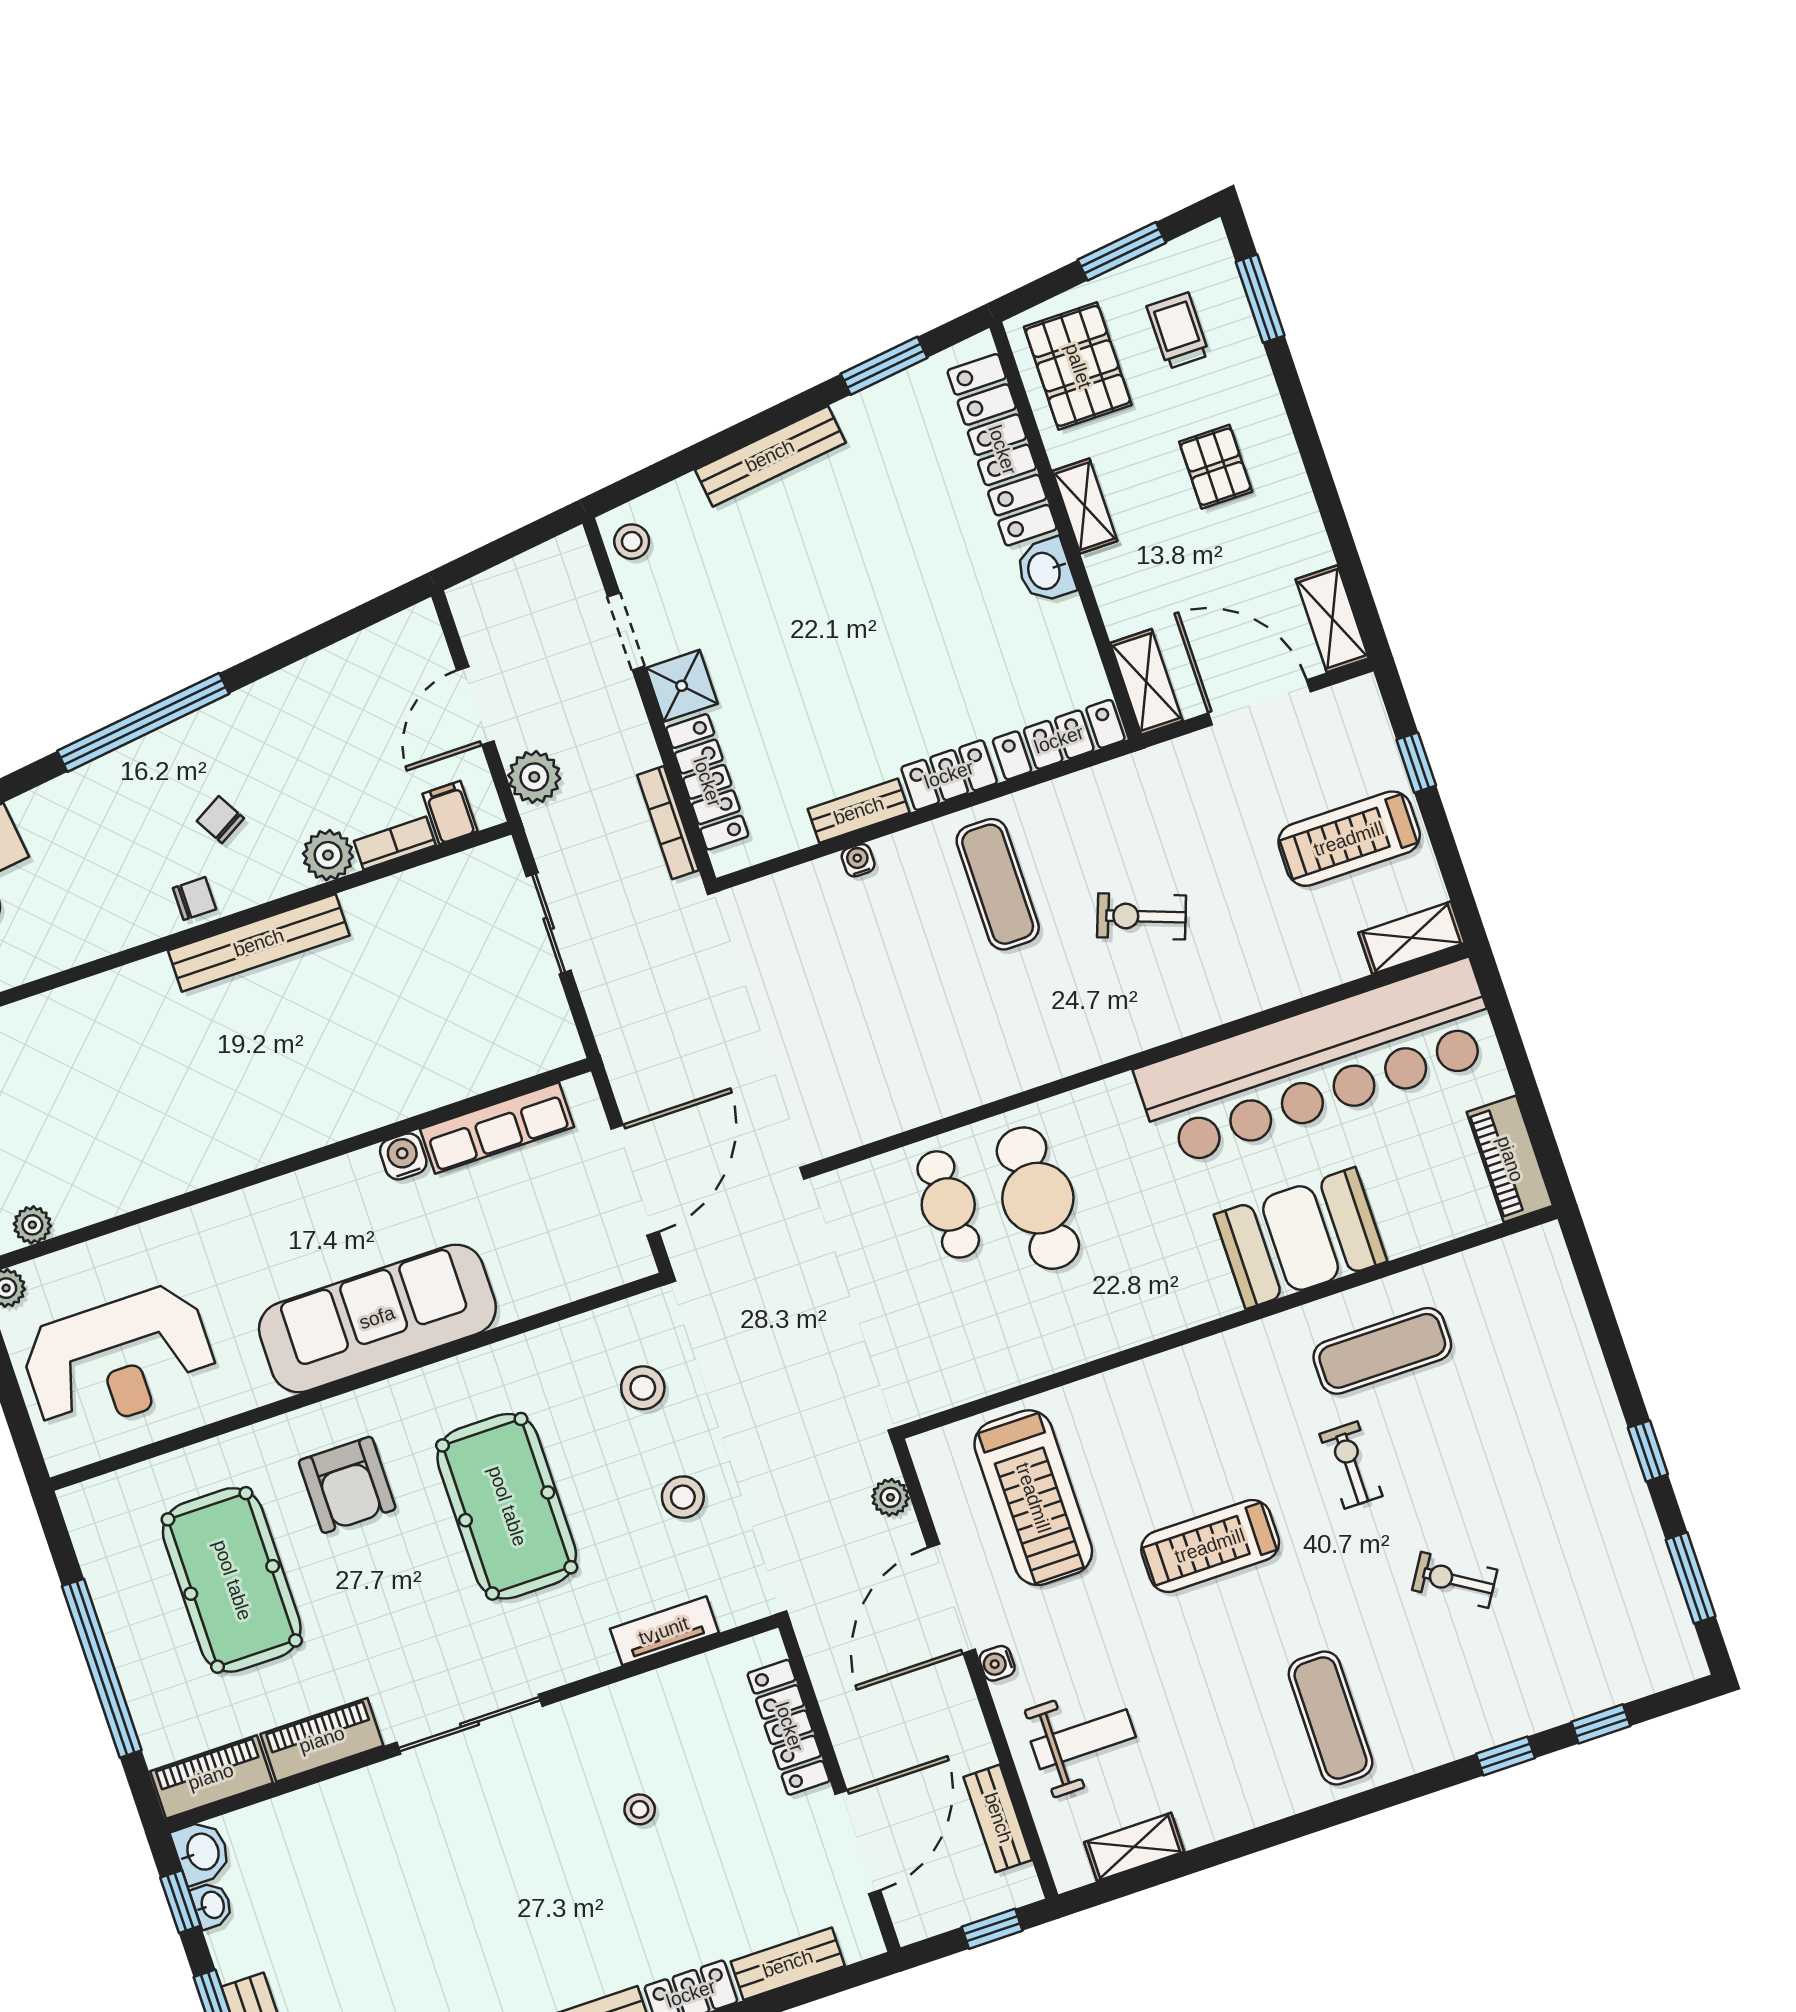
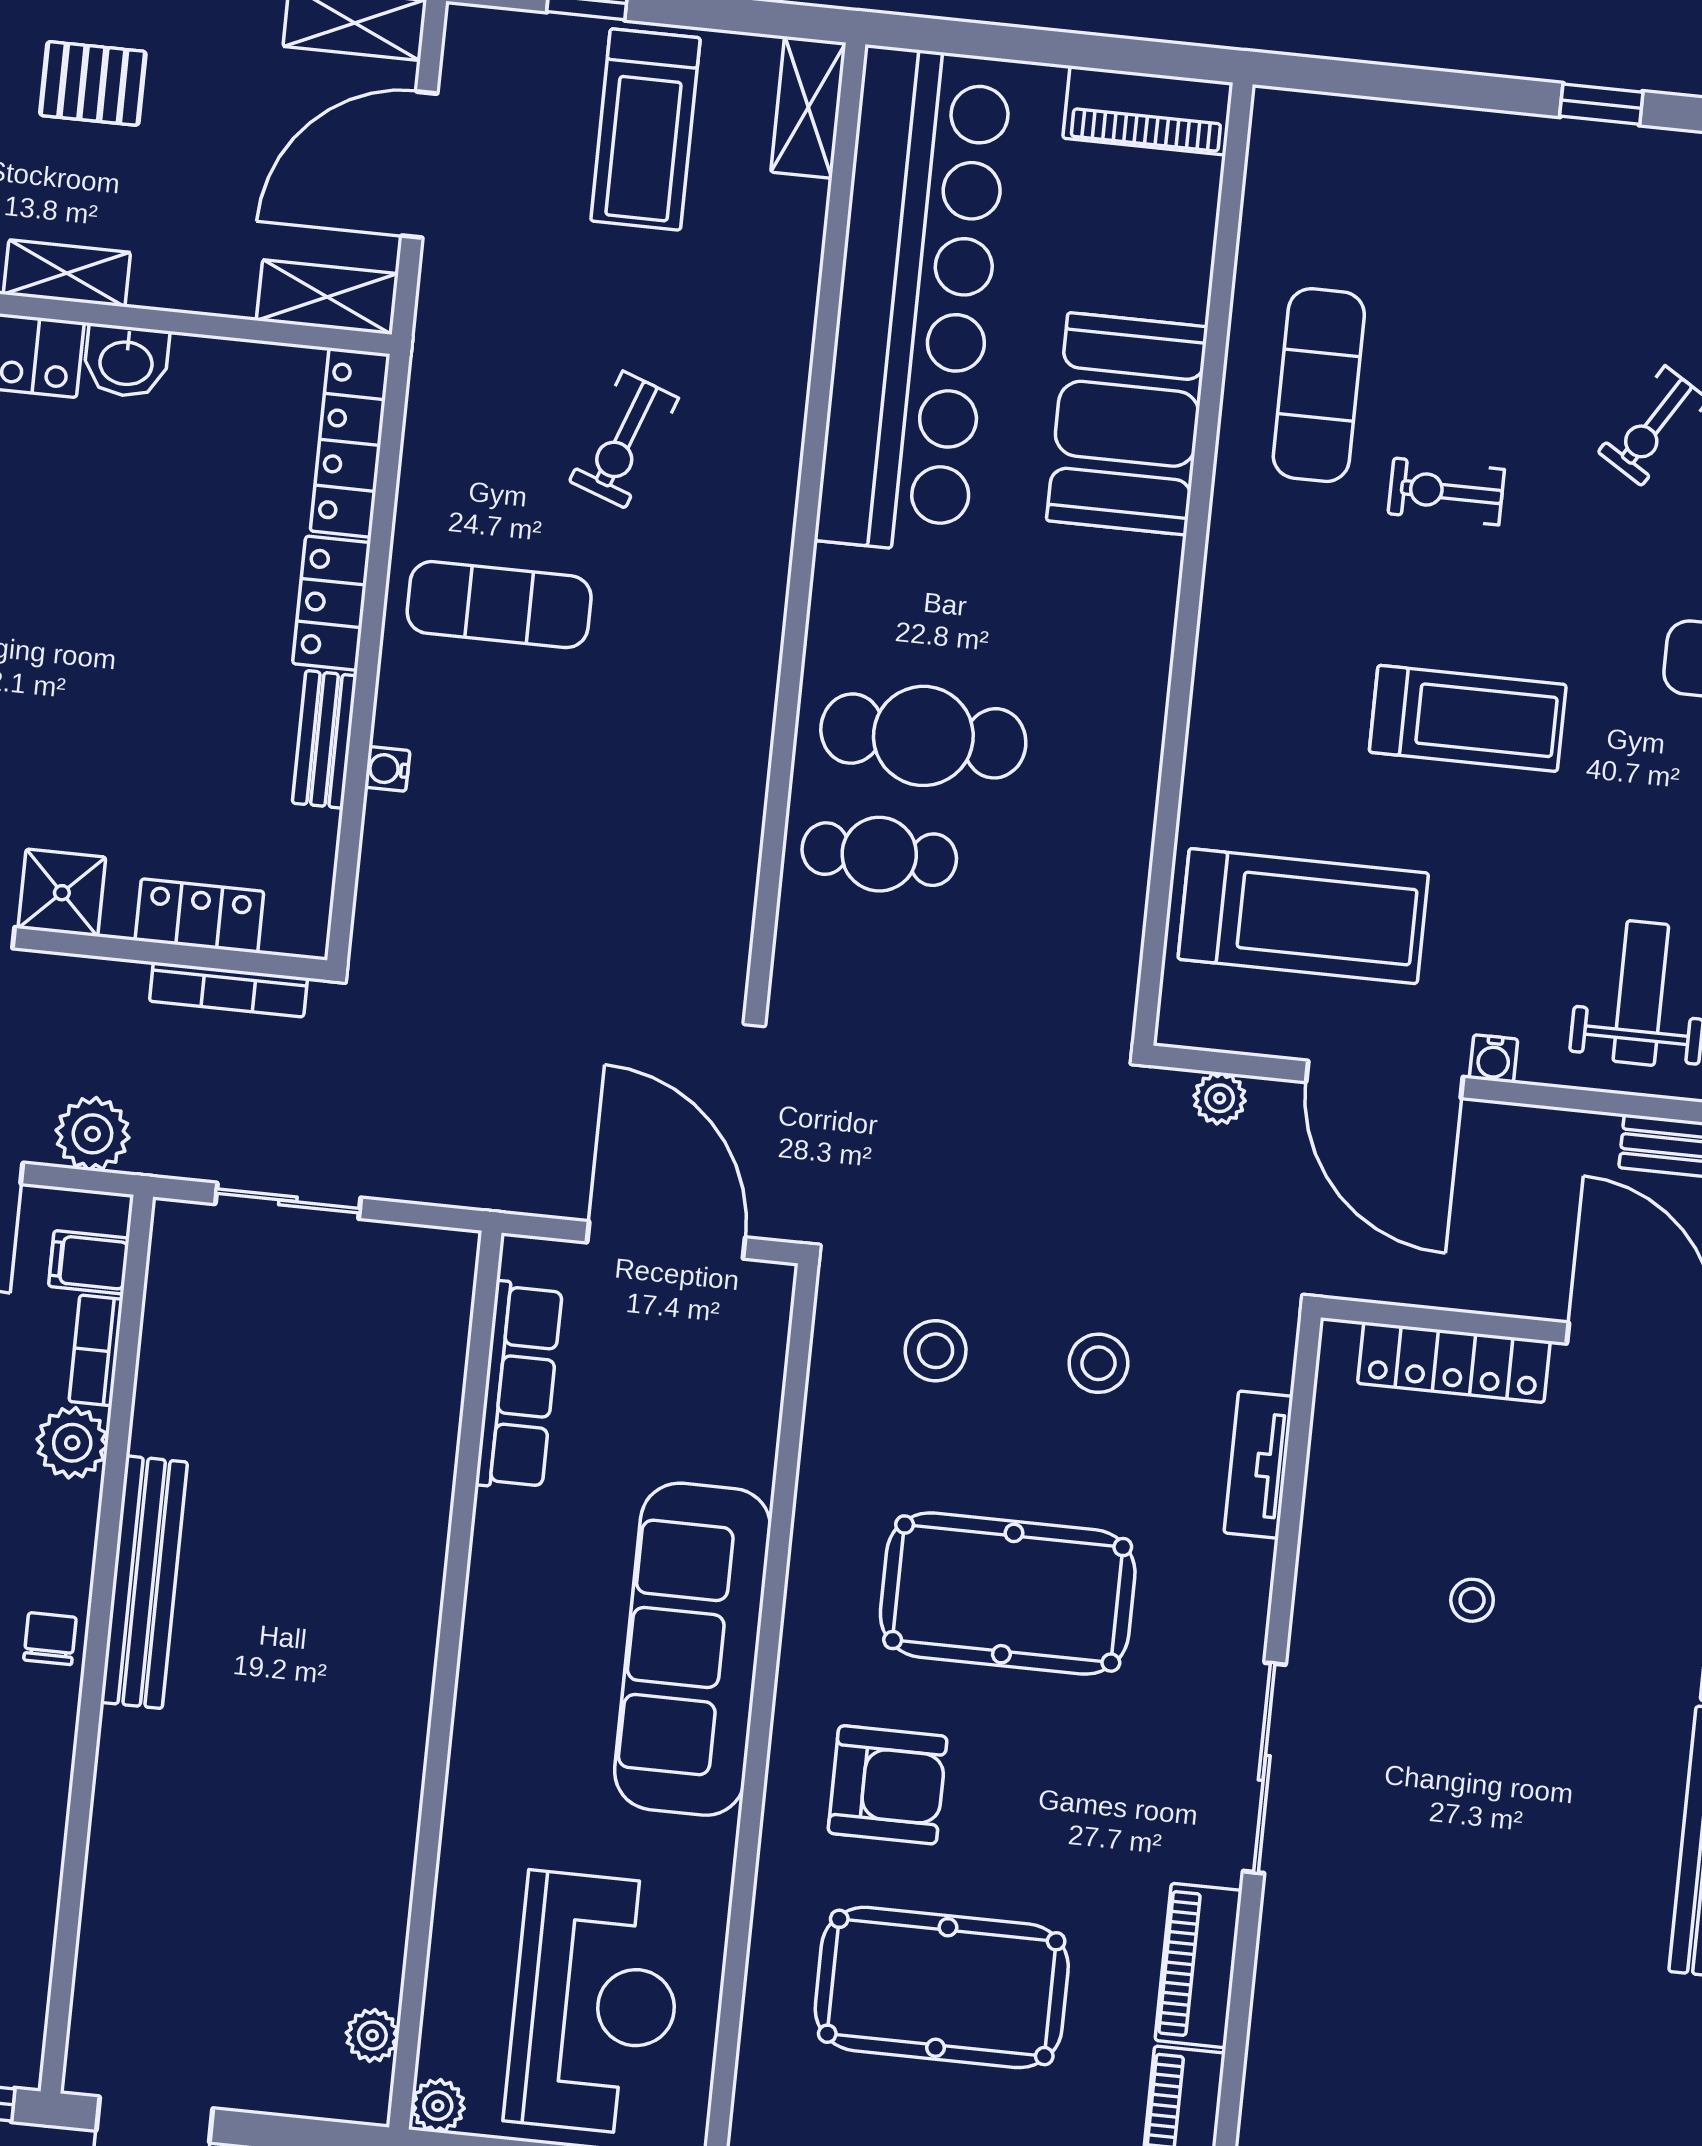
locker: (707, 782) -> (199, 916), width x0.66
water cooler: (403, 1156) -> (501, 1522), removed
treadmill: (1210, 1546) -> (1468, 718), turned -90

